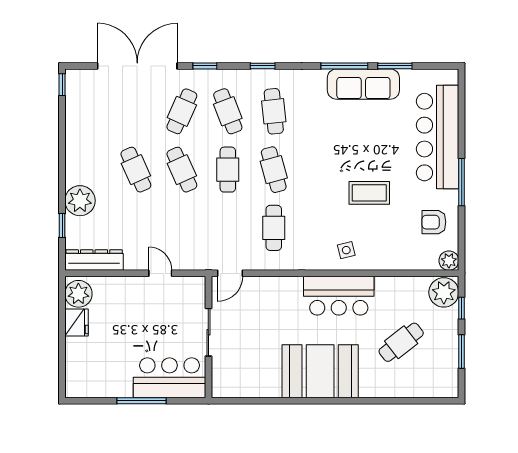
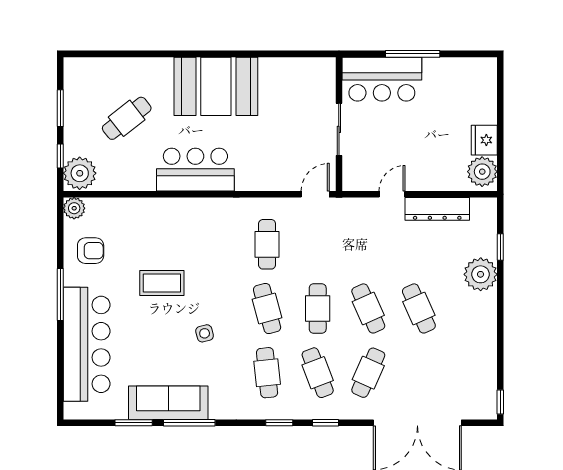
window: (205, 66) -> (325, 423), moved
side table: (346, 250) -> (205, 333), moved
dresser: (94, 260) -> (437, 209), moved
door: (160, 273) -> (392, 194), swing flipped

